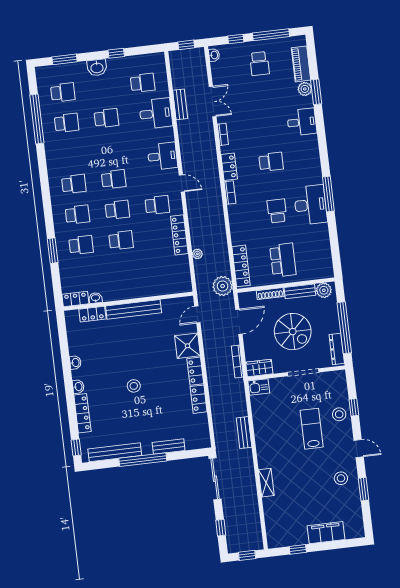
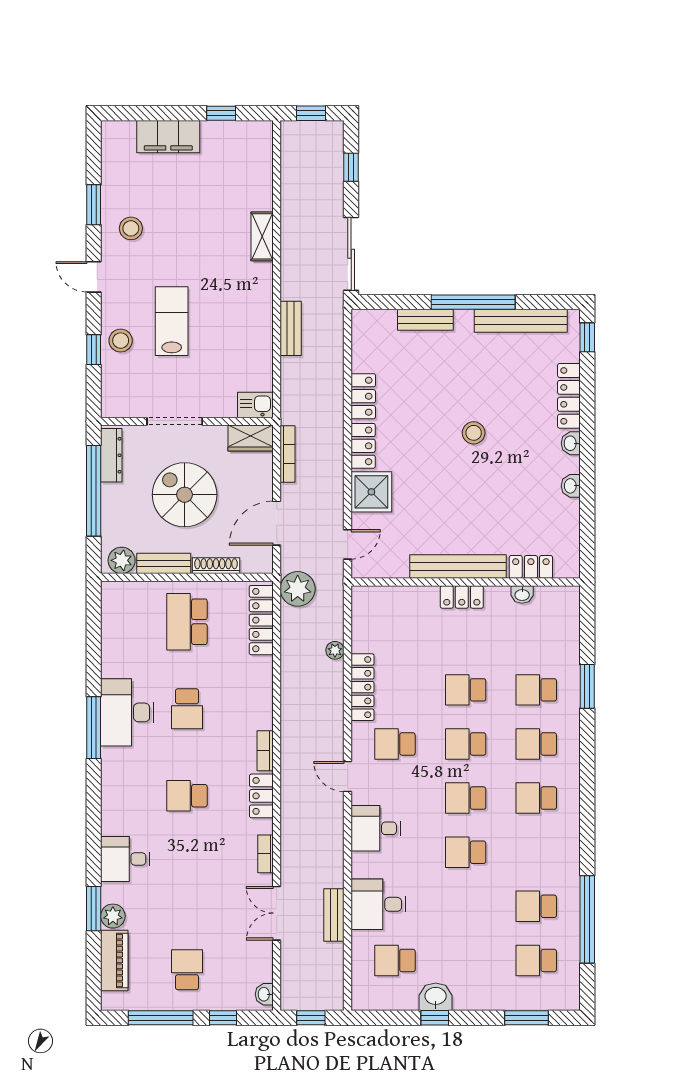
washbasin: (97, 68) -> (436, 997), moved
school desk: (106, 118) -> (466, 852), moved
locker: (75, 299) -> (462, 597), moved
lab bench: (312, 429) -> (172, 321), turned 180

